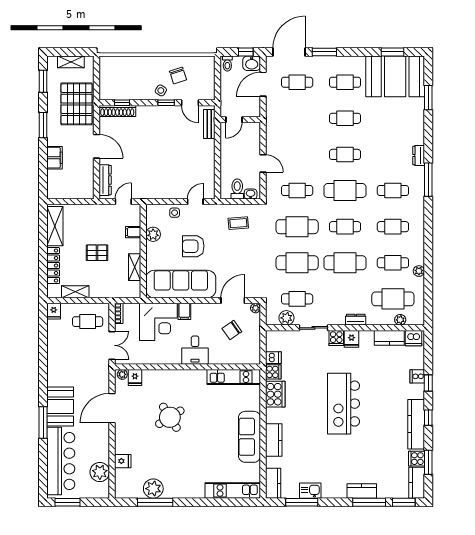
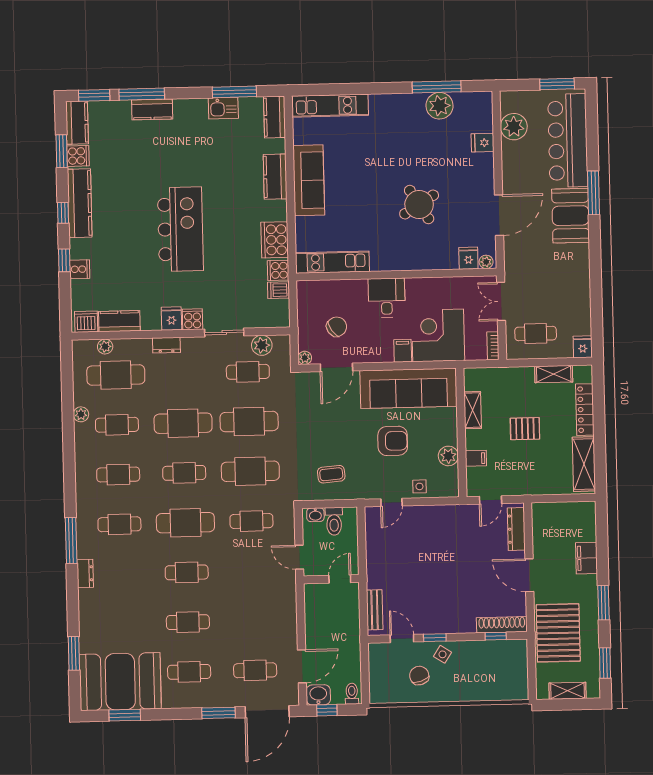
door: (234, 120) -> (340, 579), moved
wall: (240, 120) -> (331, 579), moved

